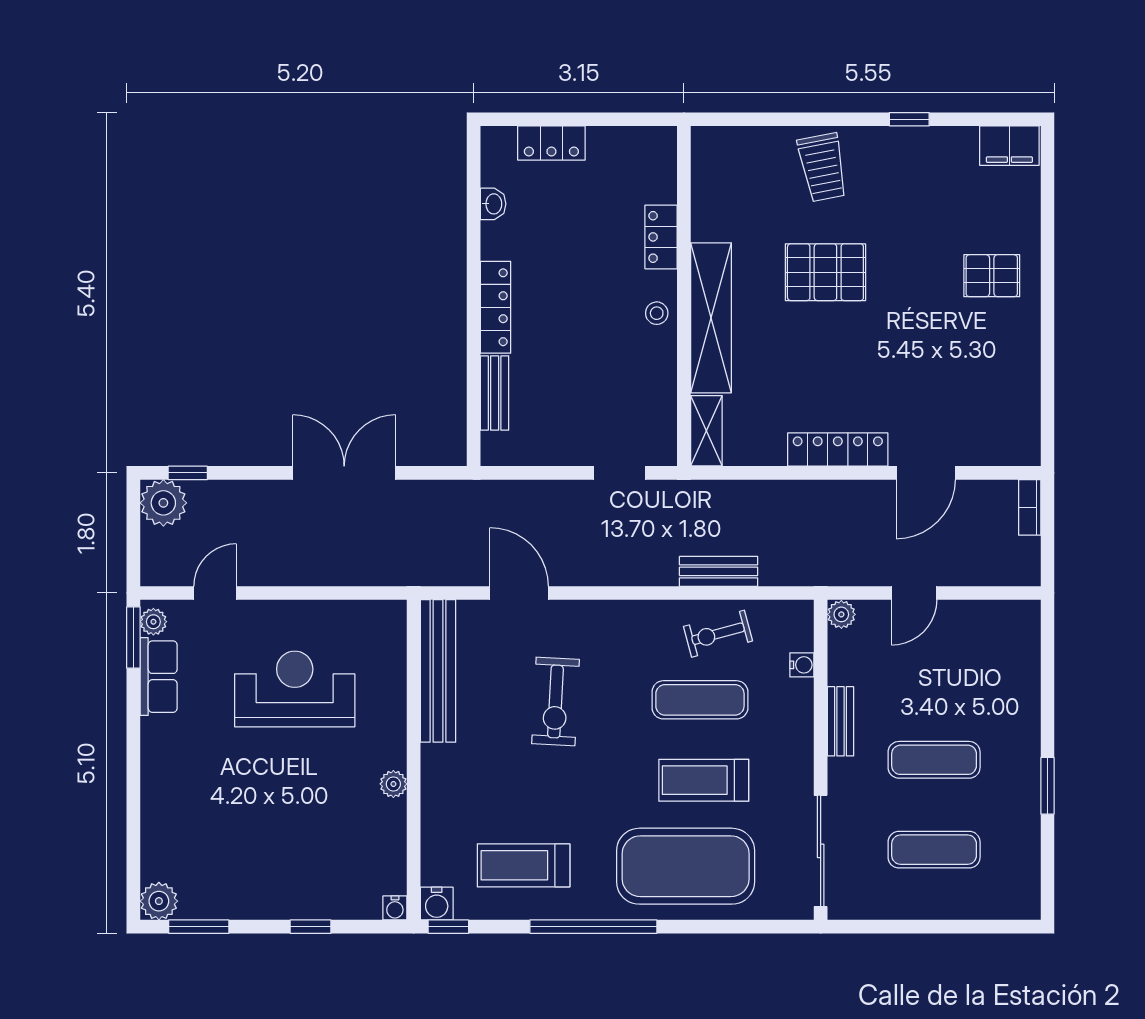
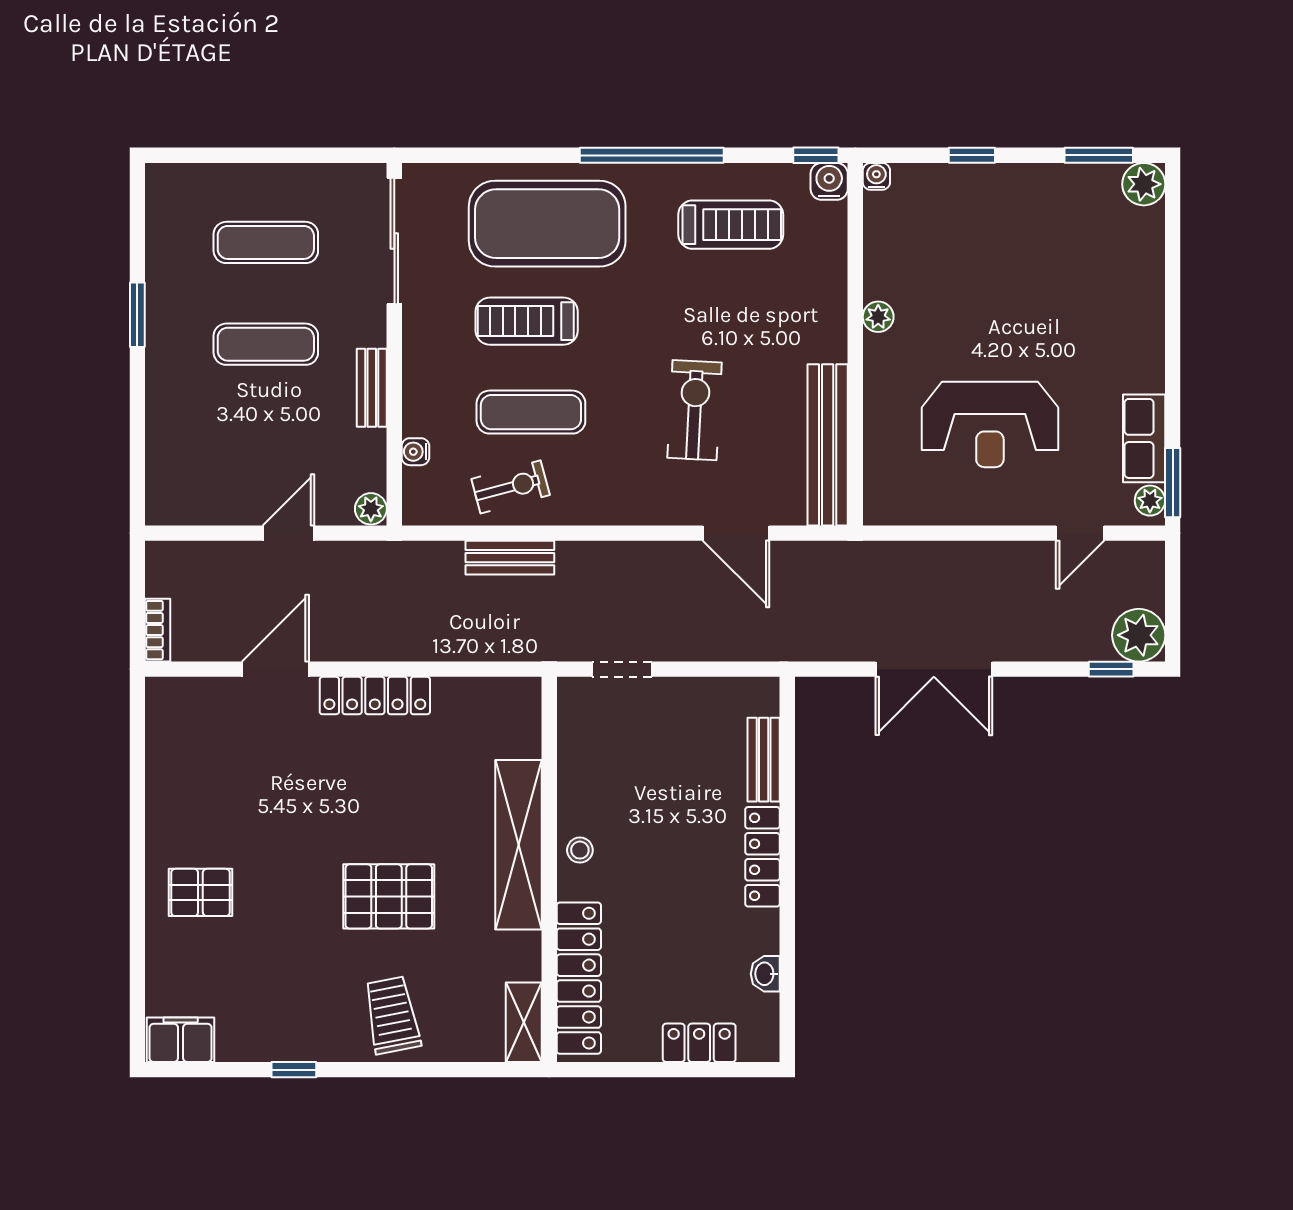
locker: (661, 237) -> (579, 978), width x2.16, depth x1.21
shelving: (706, 431) -> (524, 1022), moved
treadmill: (704, 780) -> (527, 321), turned 180

